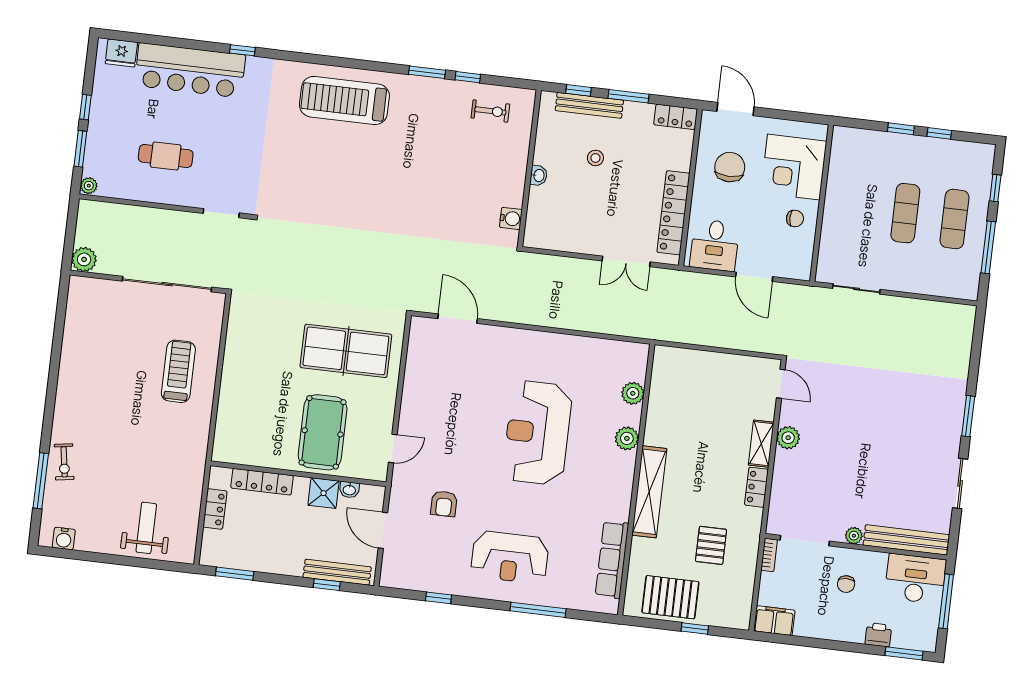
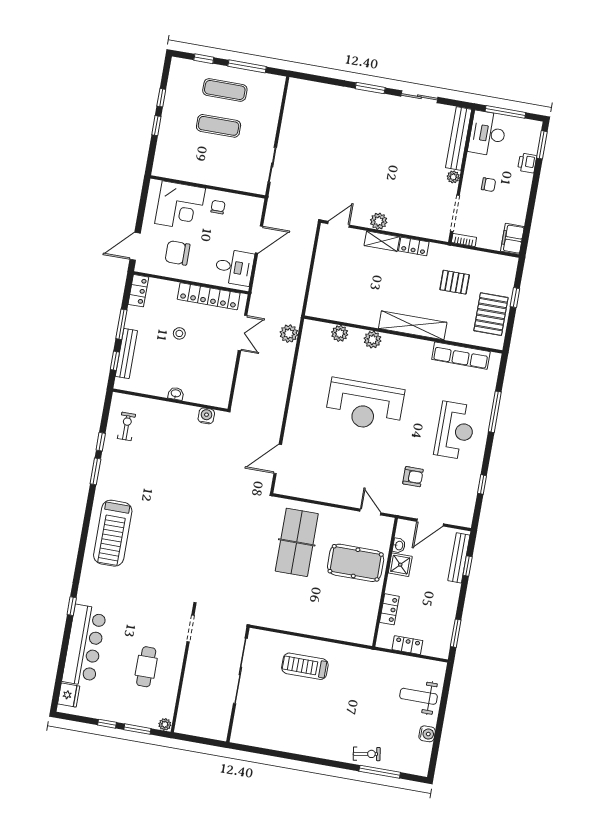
stool: (595, 158) -> (179, 333), moved
plant: (84, 259) -> (289, 334), moved
locker: (262, 482) -> (389, 609), width x0.66
water cooler: (64, 539) -> (427, 734), moved

